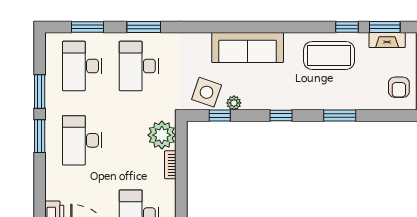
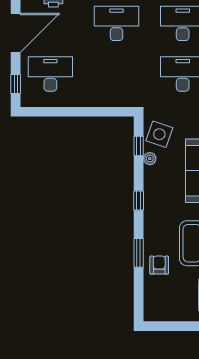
armchair: (399, 87) -> (159, 265), moved, turned 90
plant: (162, 135) -> (121, 94), removed
bookcase: (170, 165) -> (95, 102), removed

